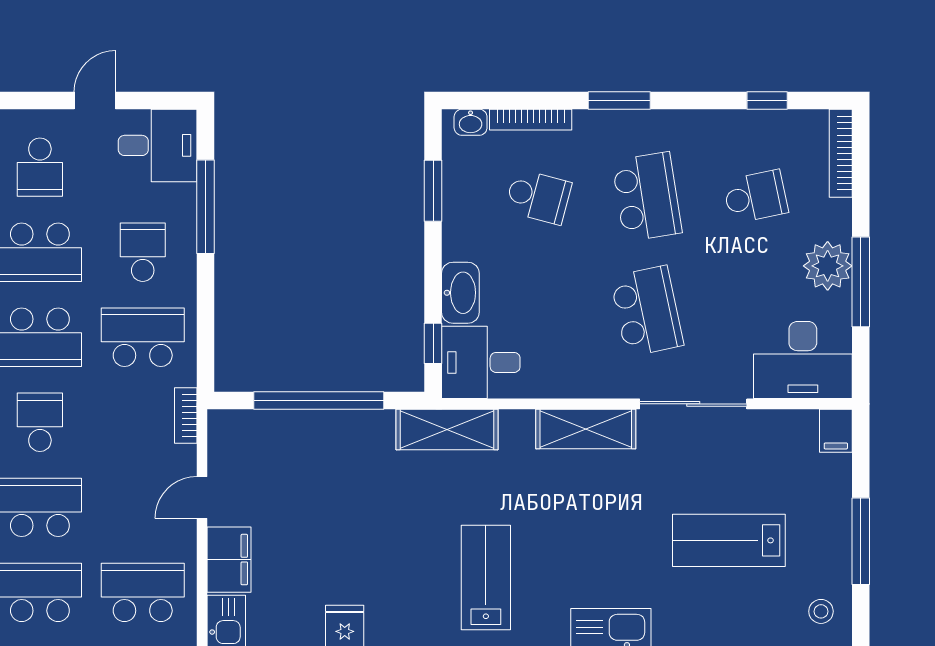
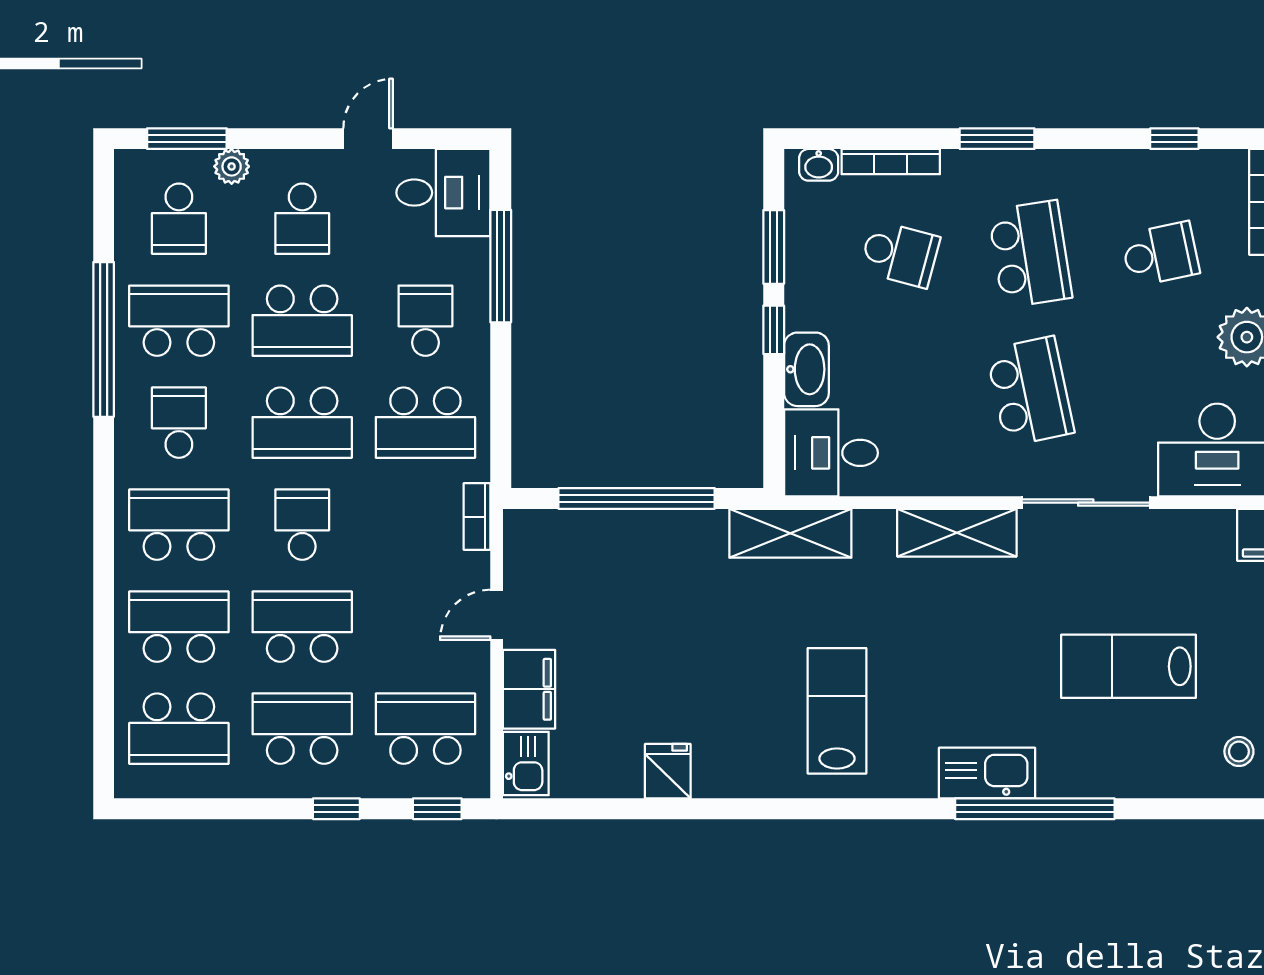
school desk: (143, 337) -> (425, 423), turned 180
window: (433, 343) -> (774, 330), moved

